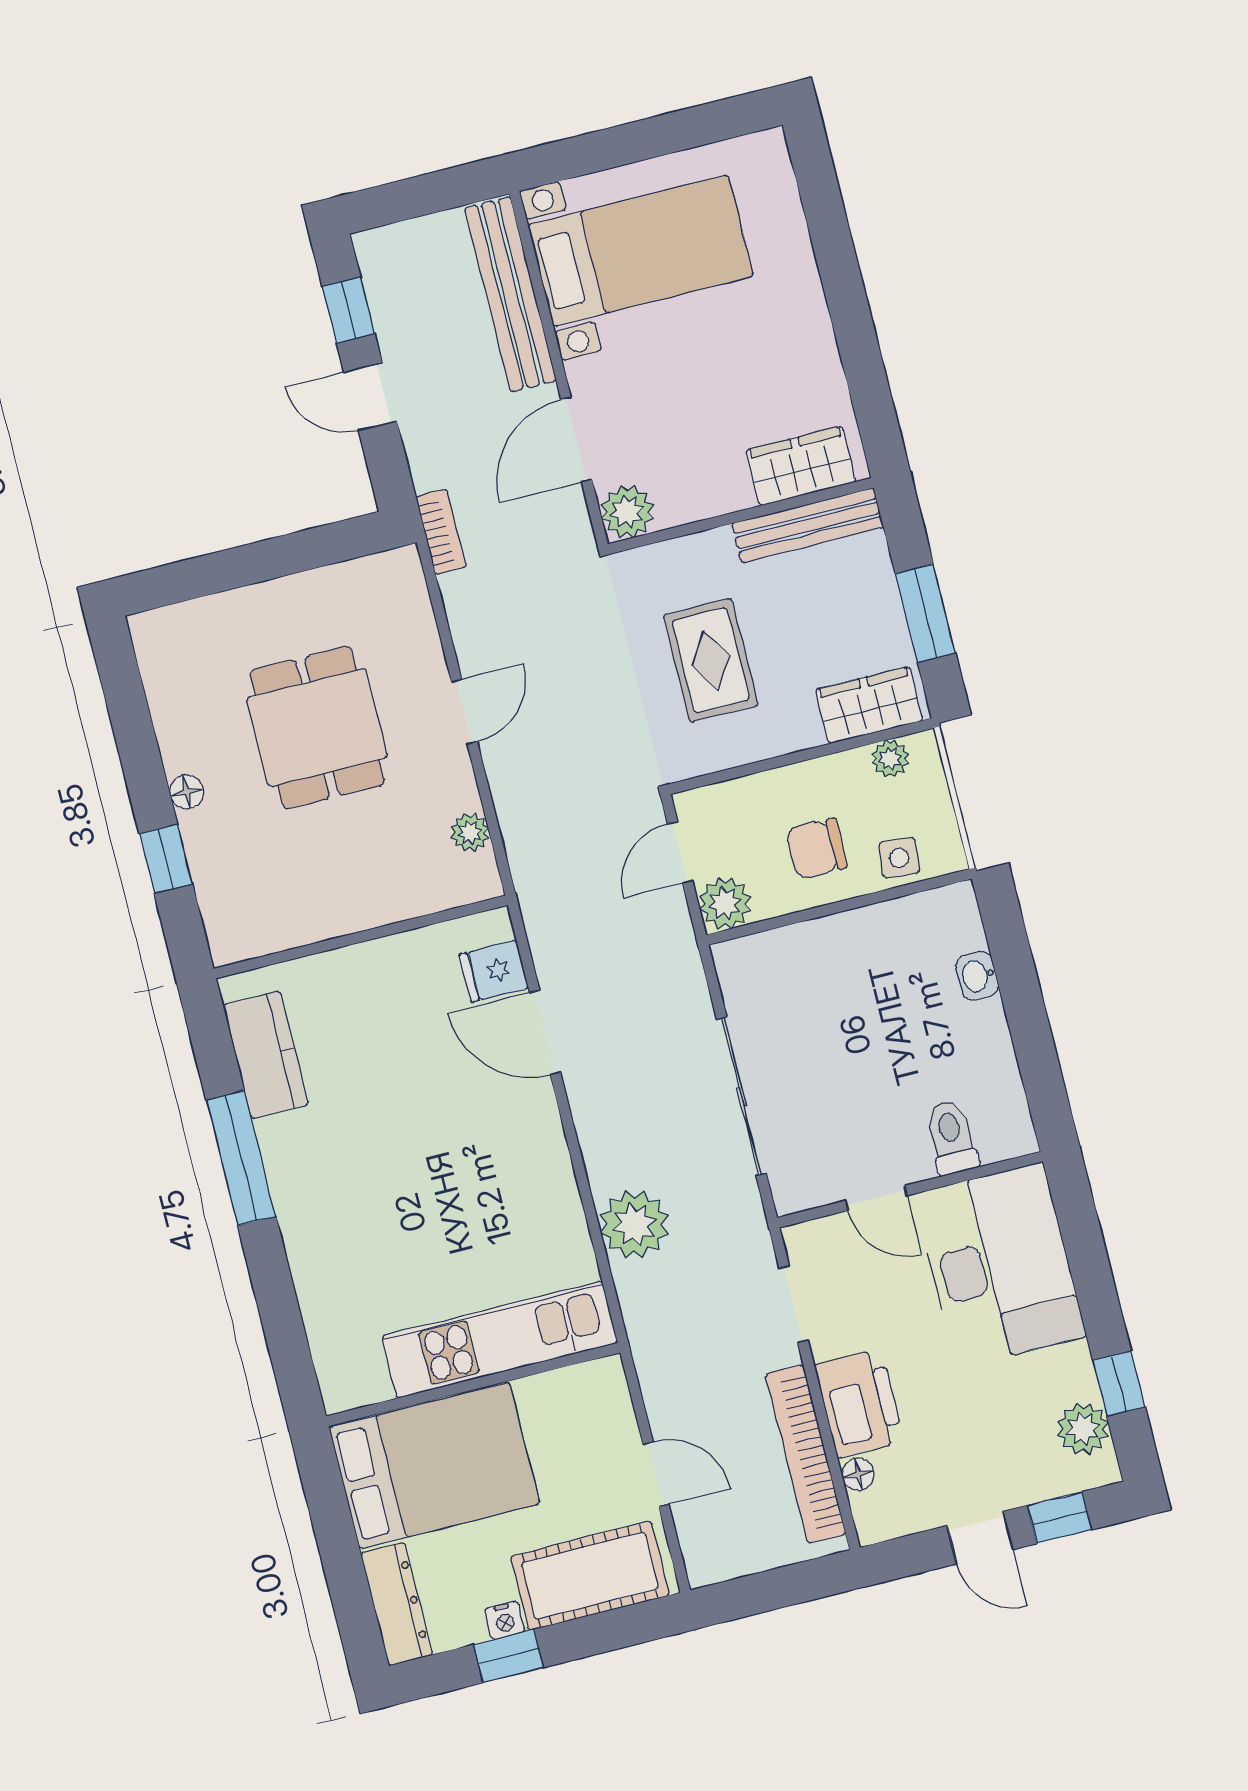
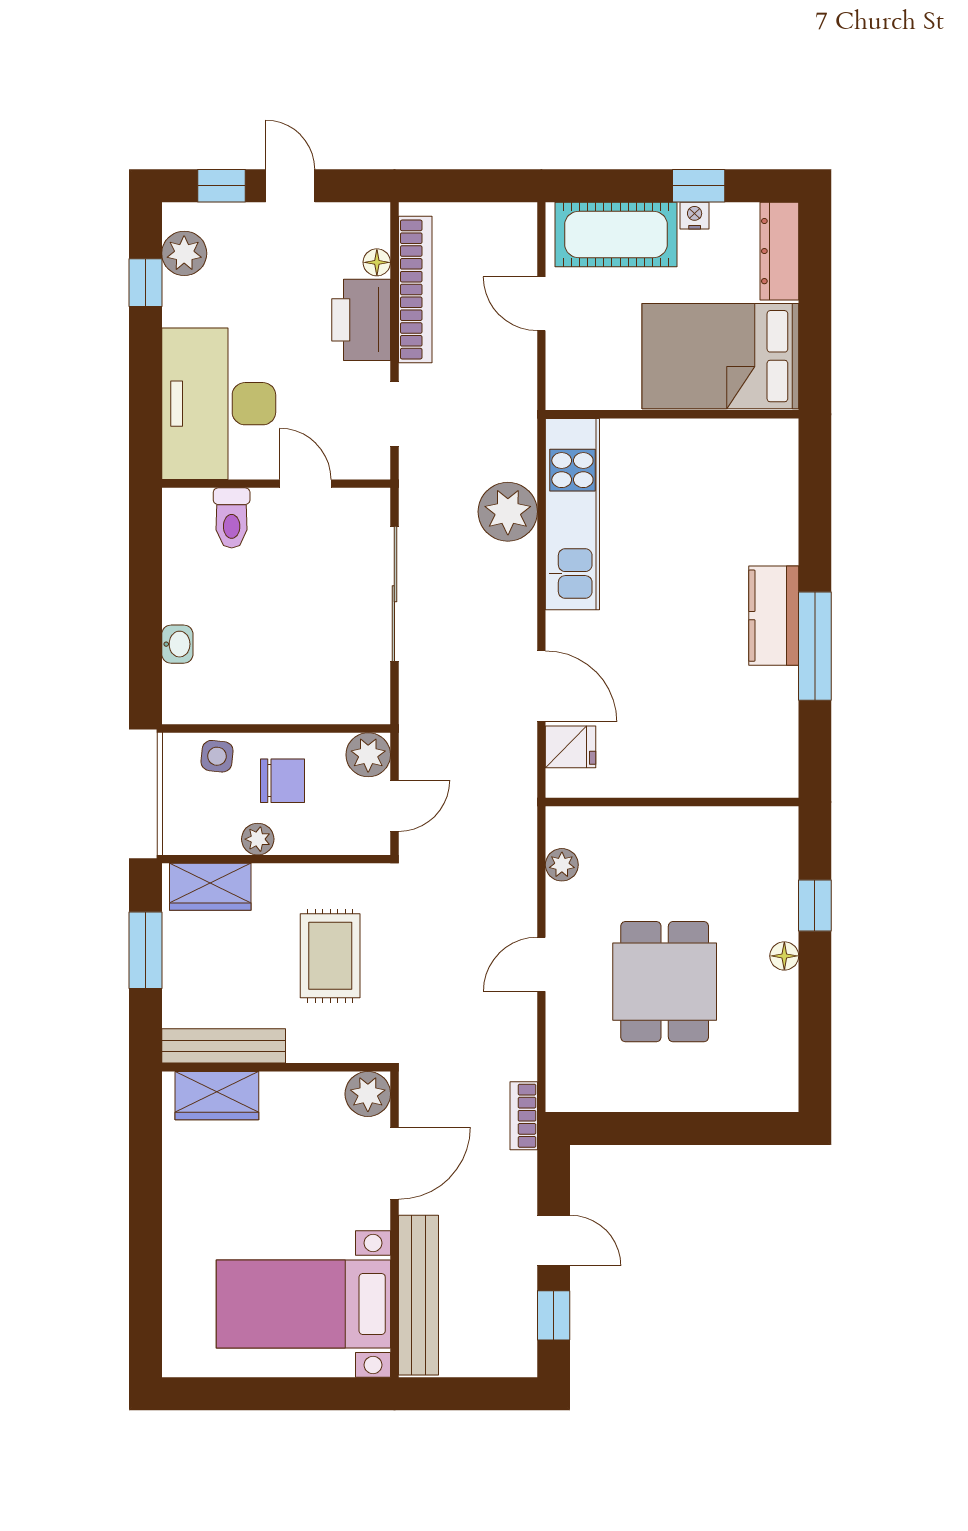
plant: (890, 758) -> (258, 839), moved
kitchen counter: (266, 1055) -> (774, 616), moved
kitchen unit: (500, 1340) -> (572, 514), moved, turned -90

